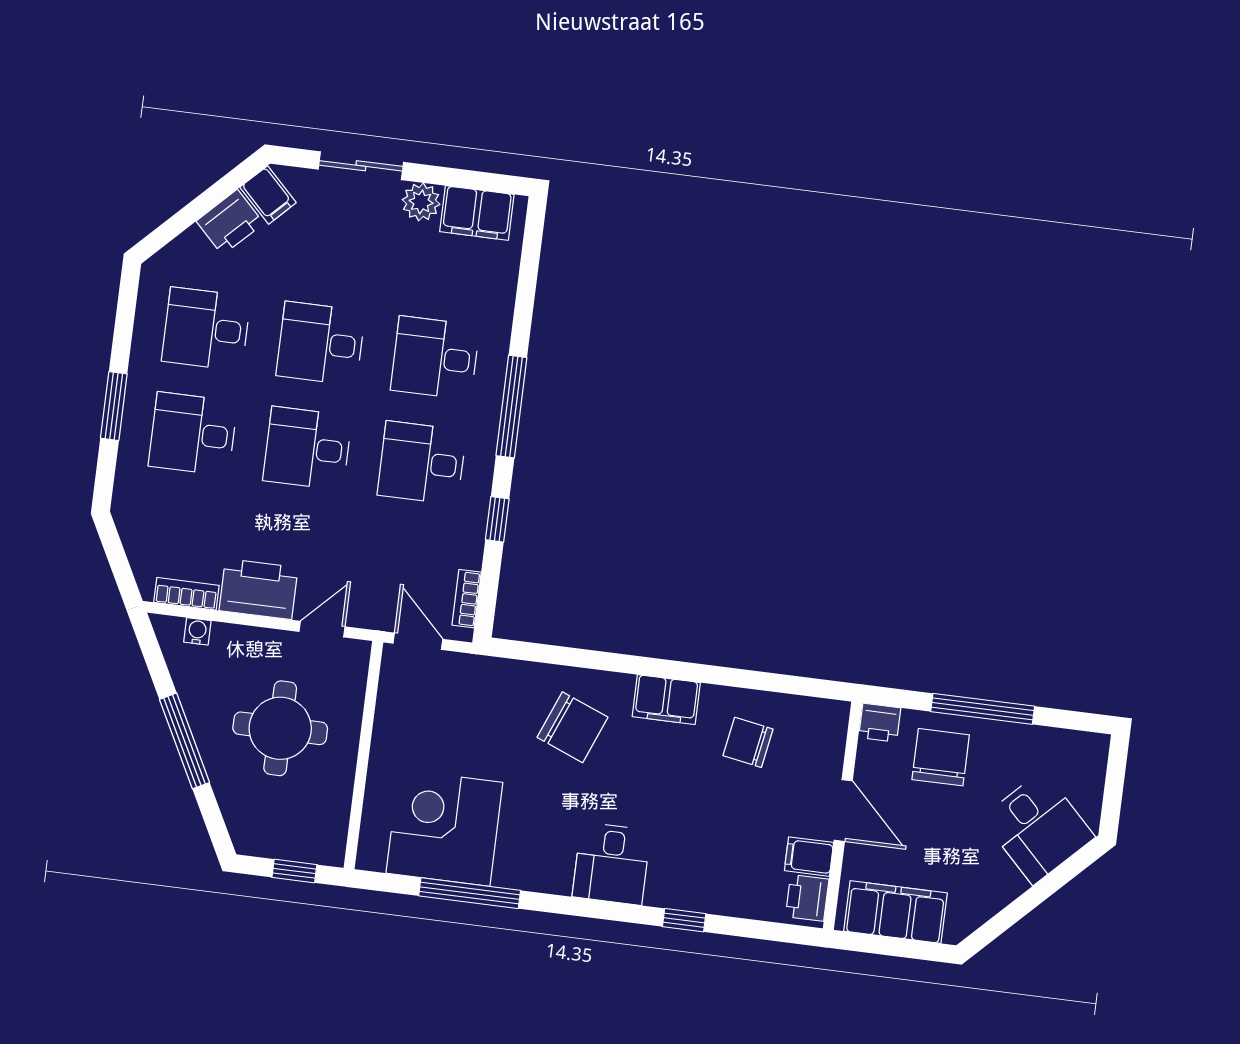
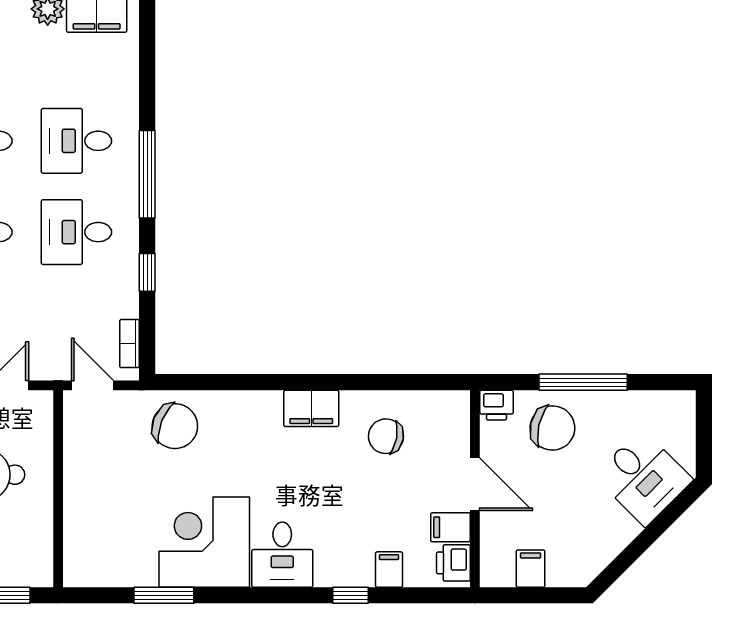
chair: (572, 727) -> (175, 426), moved
chair: (941, 757) -> (552, 428), turned 103
corner desk: (444, 828) -> (204, 542), moved
window: (470, 893) -> (164, 595), width x0.69
filing cabinet: (732, 896) -> (389, 570), added
filing cabinet: (896, 912) -> (531, 569), width x0.33, depth x0.86

